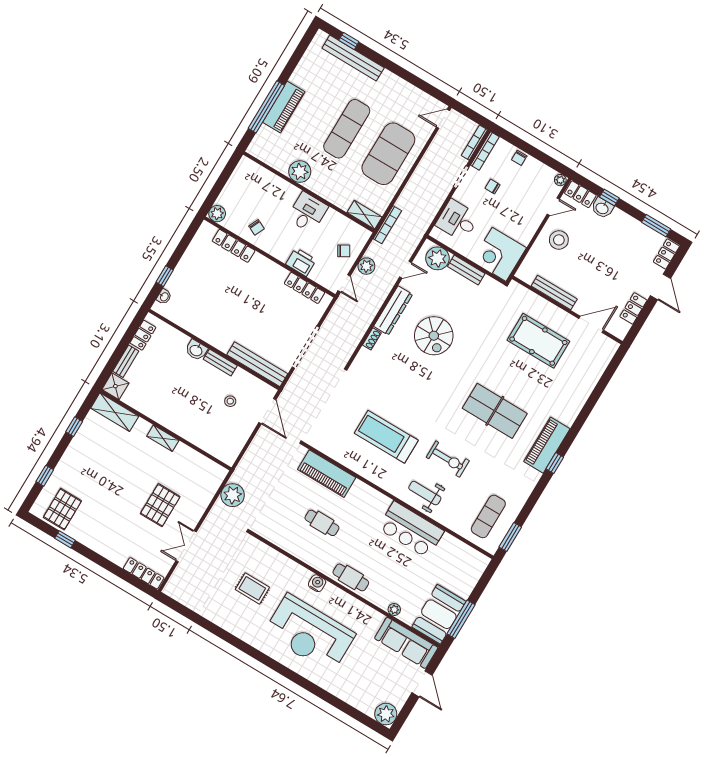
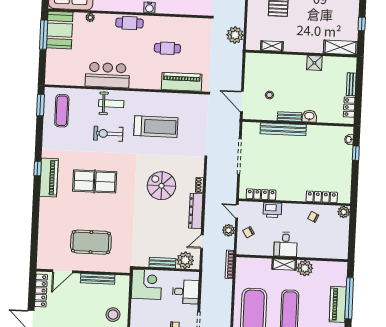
shelving: (364, 215) -> (284, 264), moved
locker: (633, 308) -> (41, 291), width x1.53
spiral stairs: (434, 336) -> (161, 186), moved
bench: (257, 364) -> (283, 129), moved
shower: (115, 386) -> (314, 63), moved
shelving: (163, 438) -> (272, 46), moved

